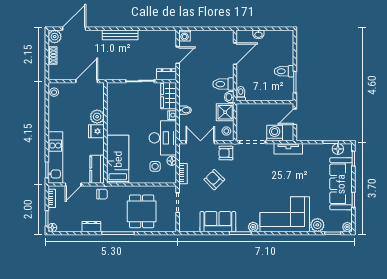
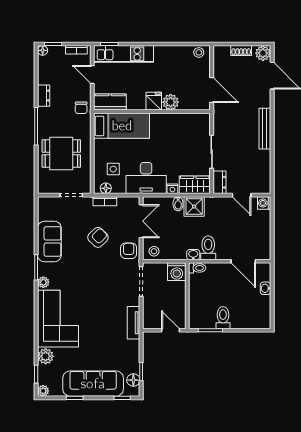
shower: (225, 112) -> (194, 206), moved
washing machine: (275, 133) -> (177, 272), moved, turned 90
floor lamp: (172, 161) -> (106, 188), moved

